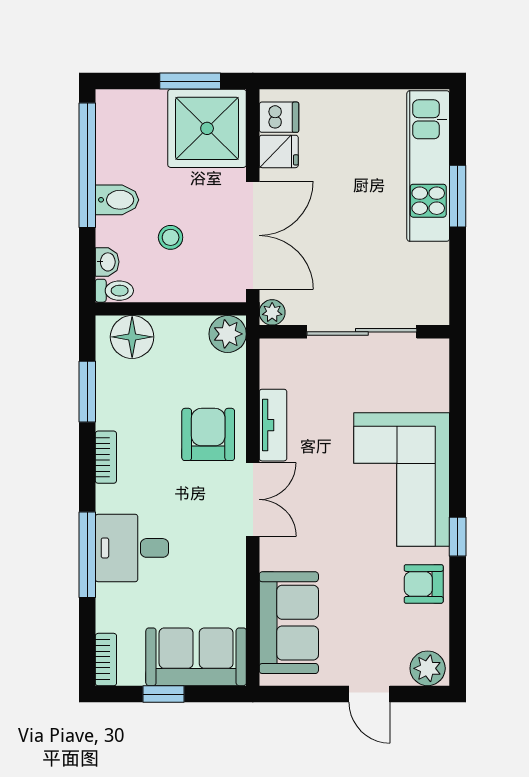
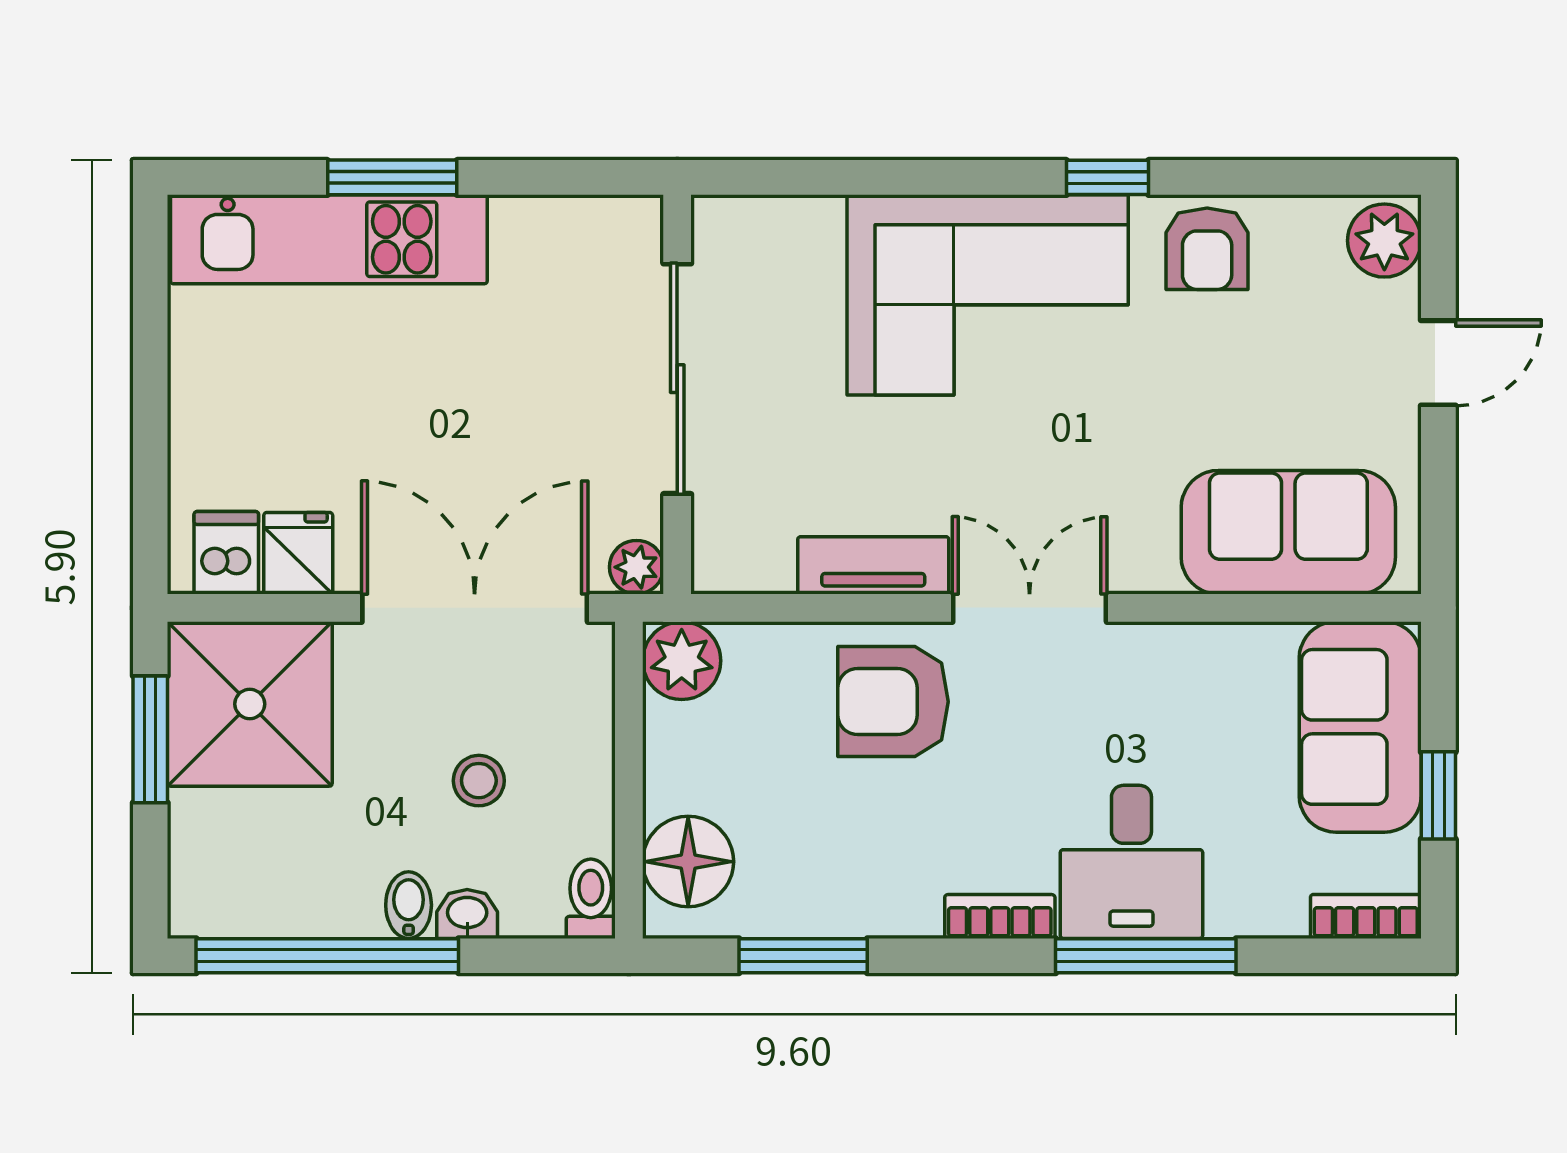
bidet: (117, 200) -> (409, 905), width x0.72, depth x0.74
washbasin: (107, 262) -> (467, 914), moved
bookcase: (106, 457) -> (1000, 917), moved

